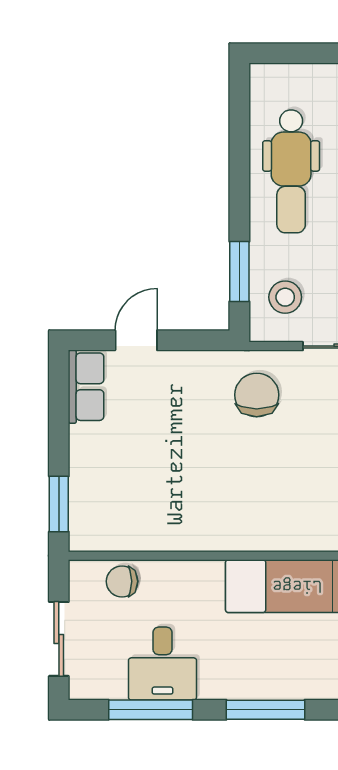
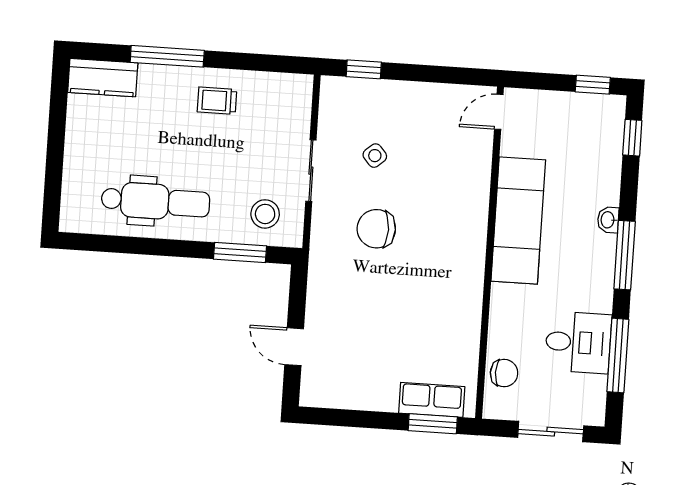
row of seats: (86, 387) -> (432, 400), moved
chair: (257, 395) -> (376, 229), moved
chair: (122, 581) -> (504, 373), turned -90
washbasin: (304, 688) -> (608, 220), added

